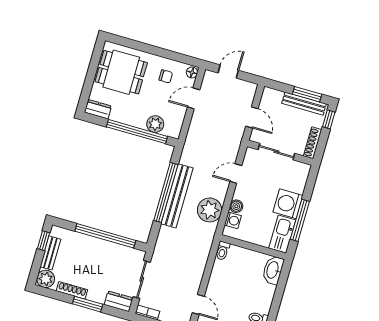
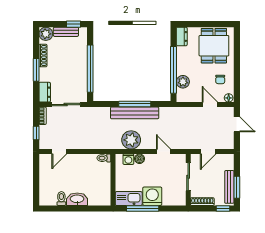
window: (166, 192) -> (135, 104), width x0.68
washbasin: (273, 270) -> (77, 199), moved

